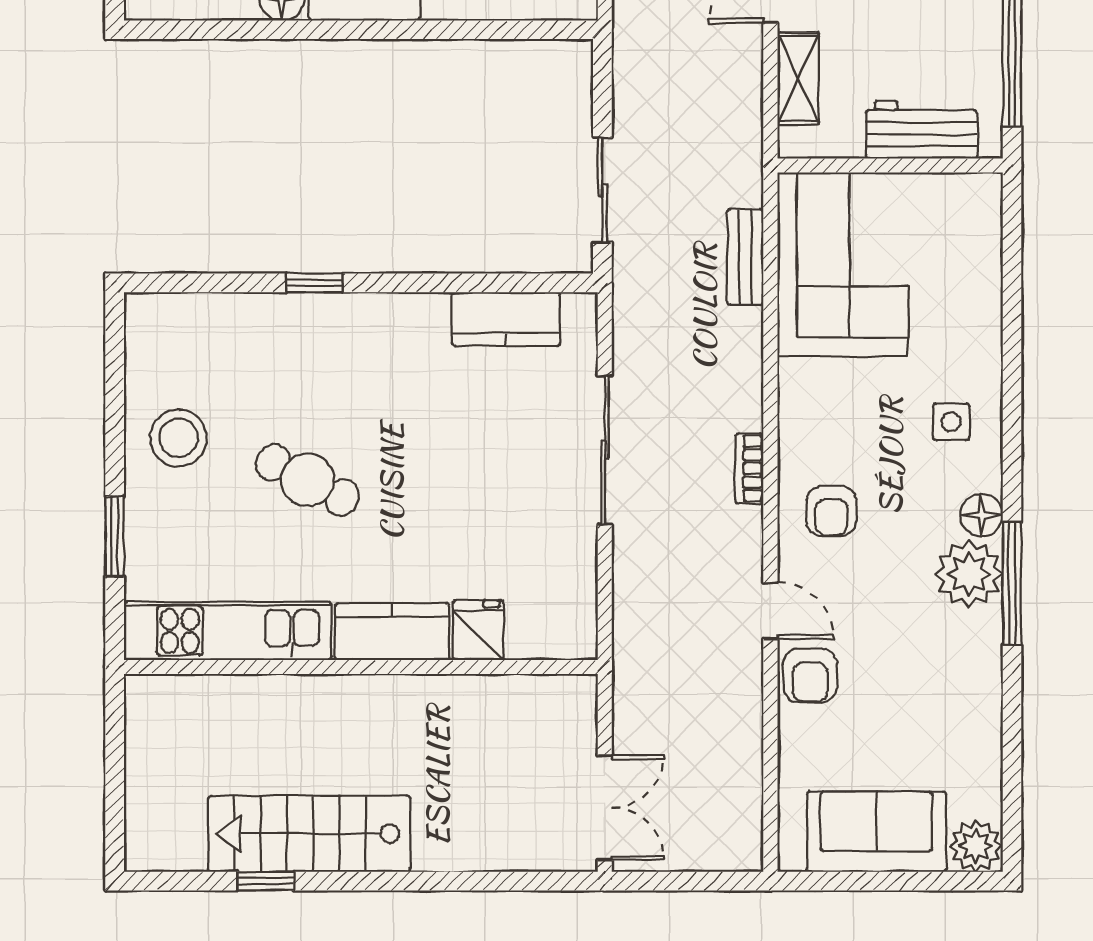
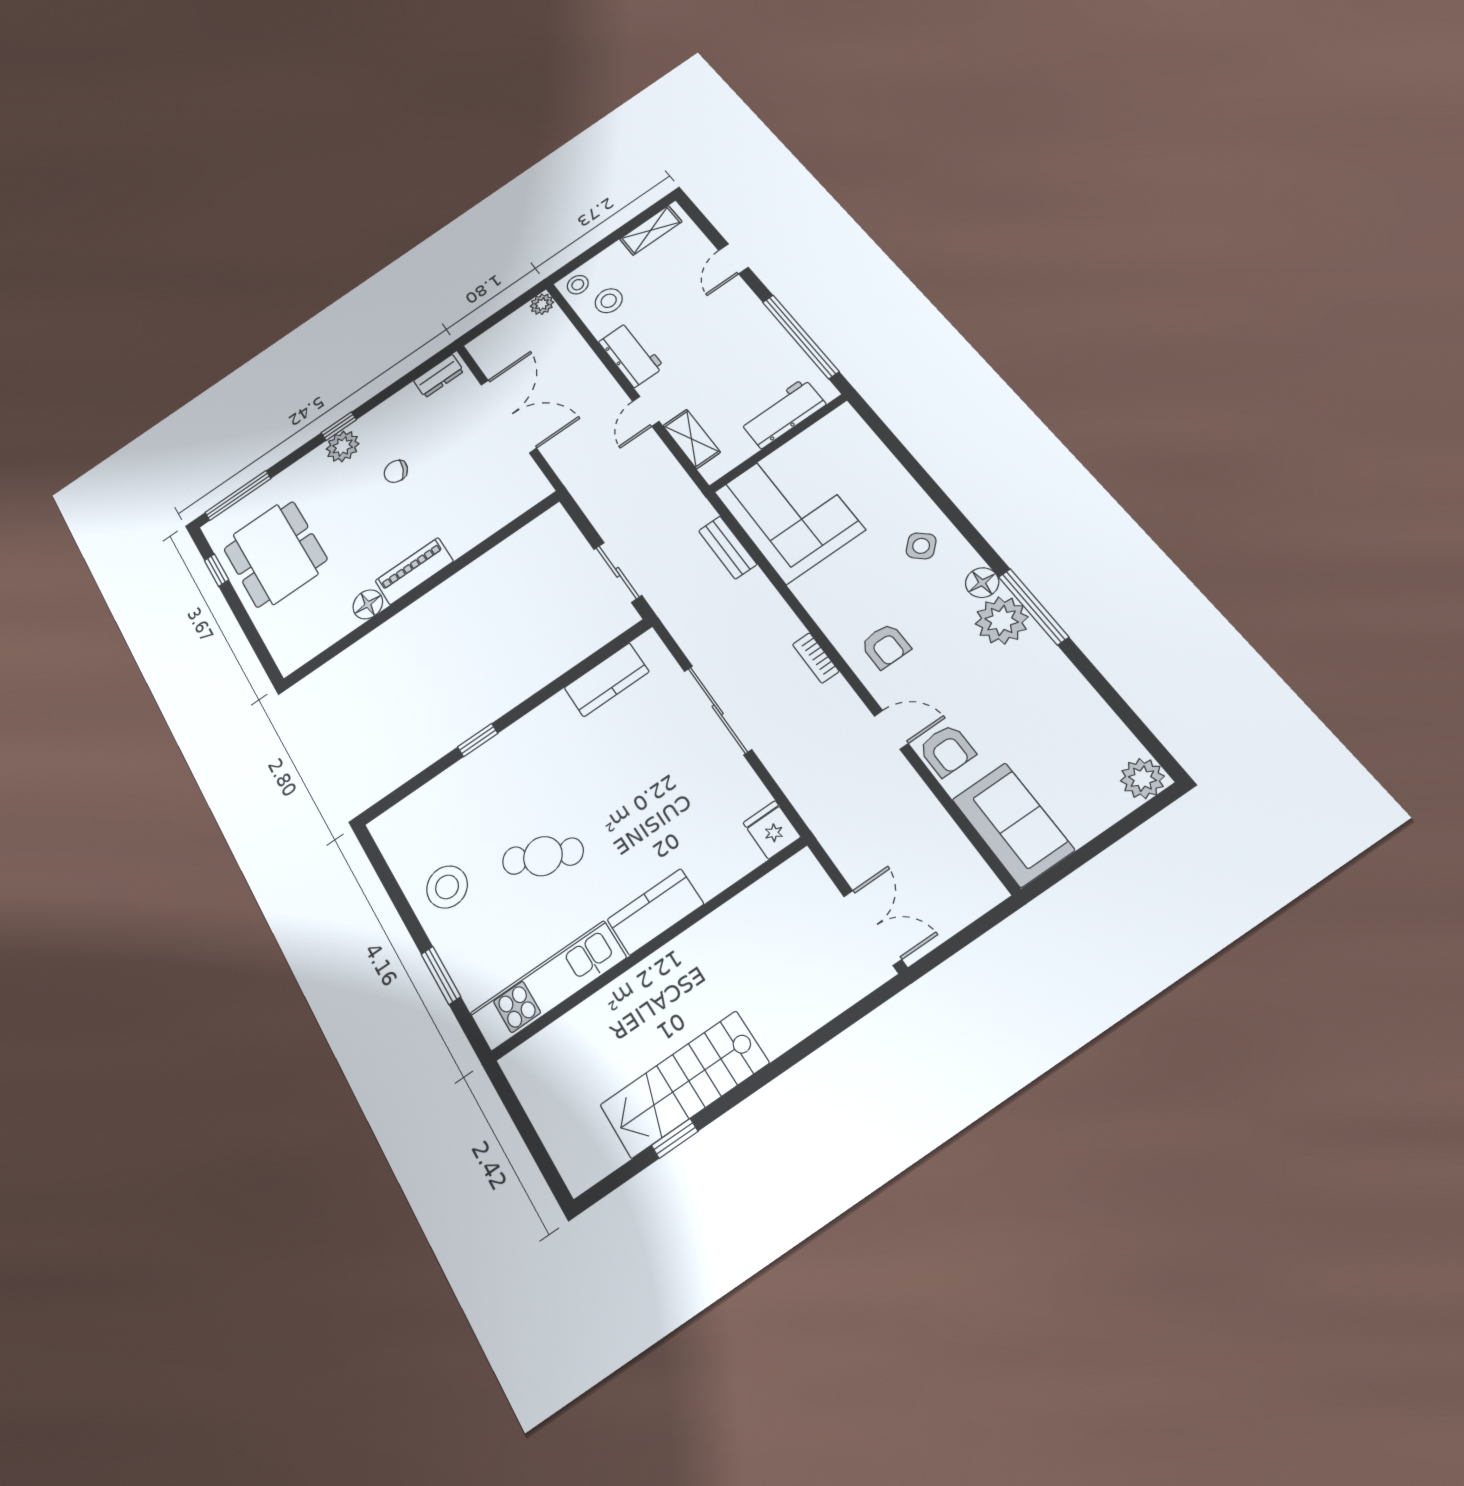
side table: (951, 422) -> (921, 546), turned 45
fridge: (478, 630) -> (772, 830), moved
sofa: (876, 832) -> (1013, 825), moved, turned 90

